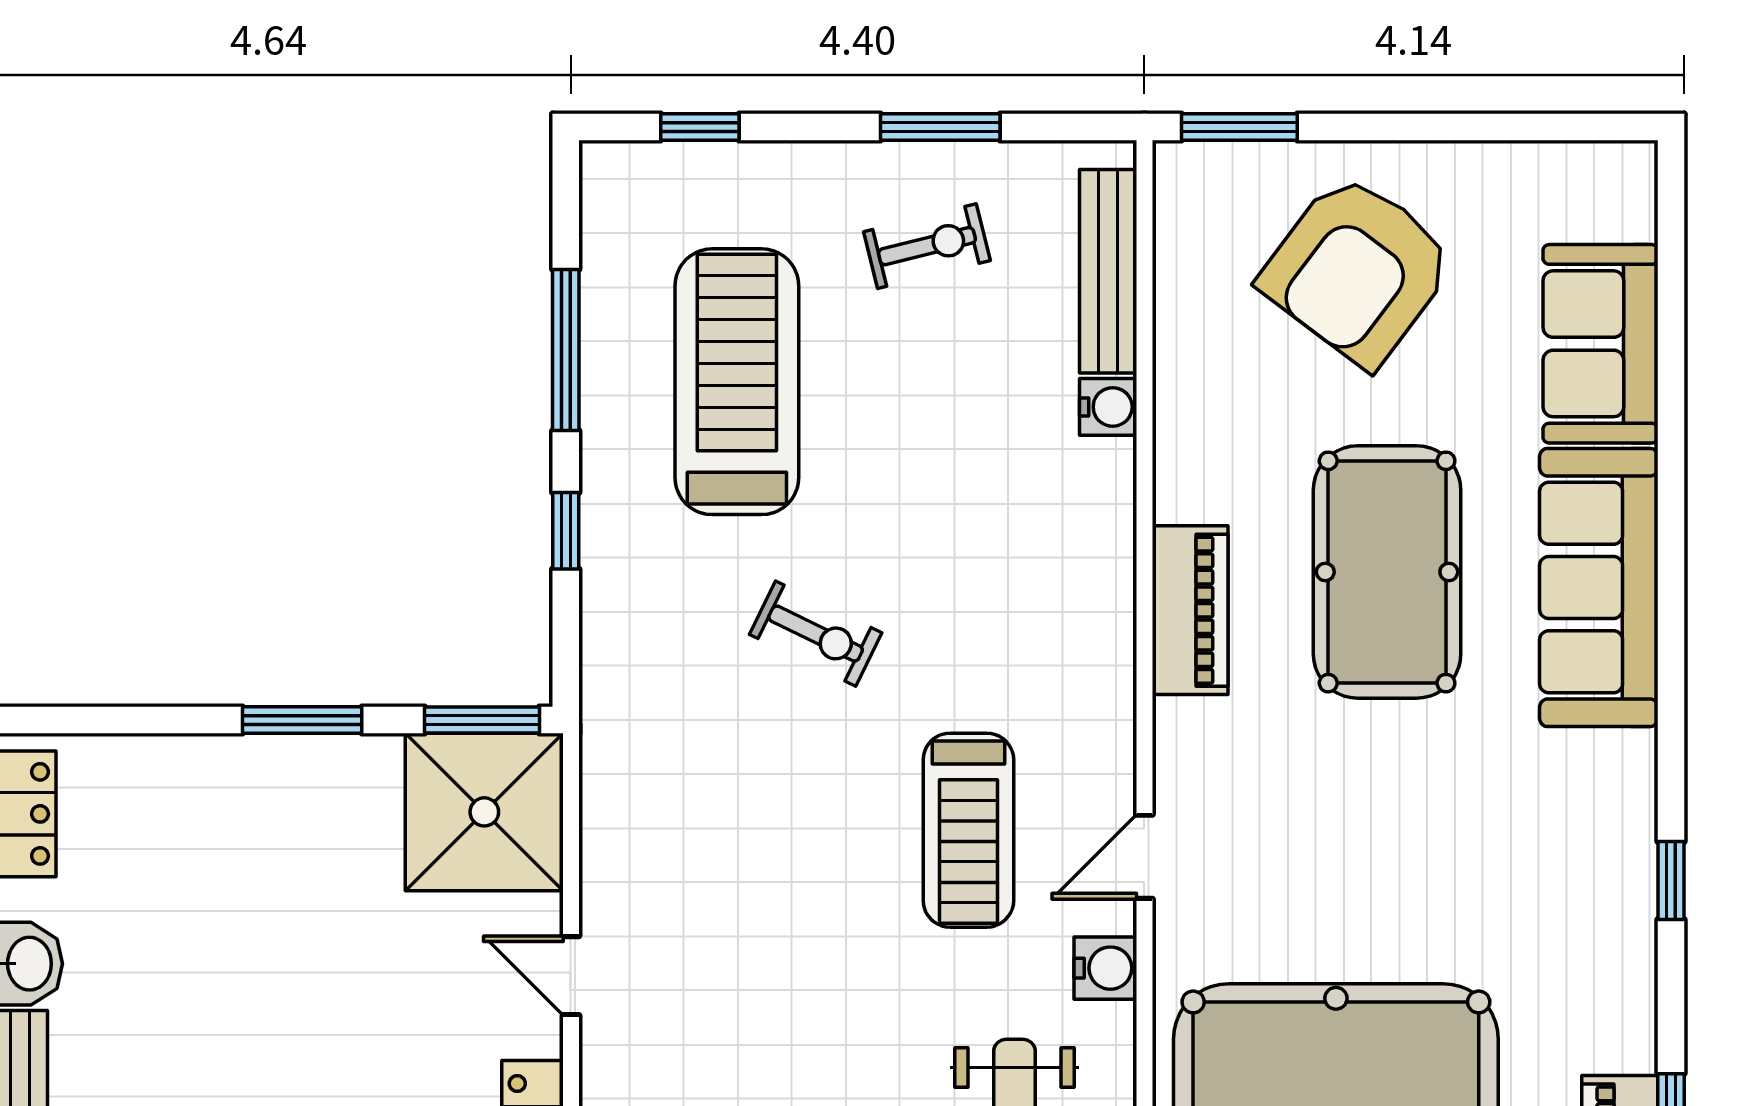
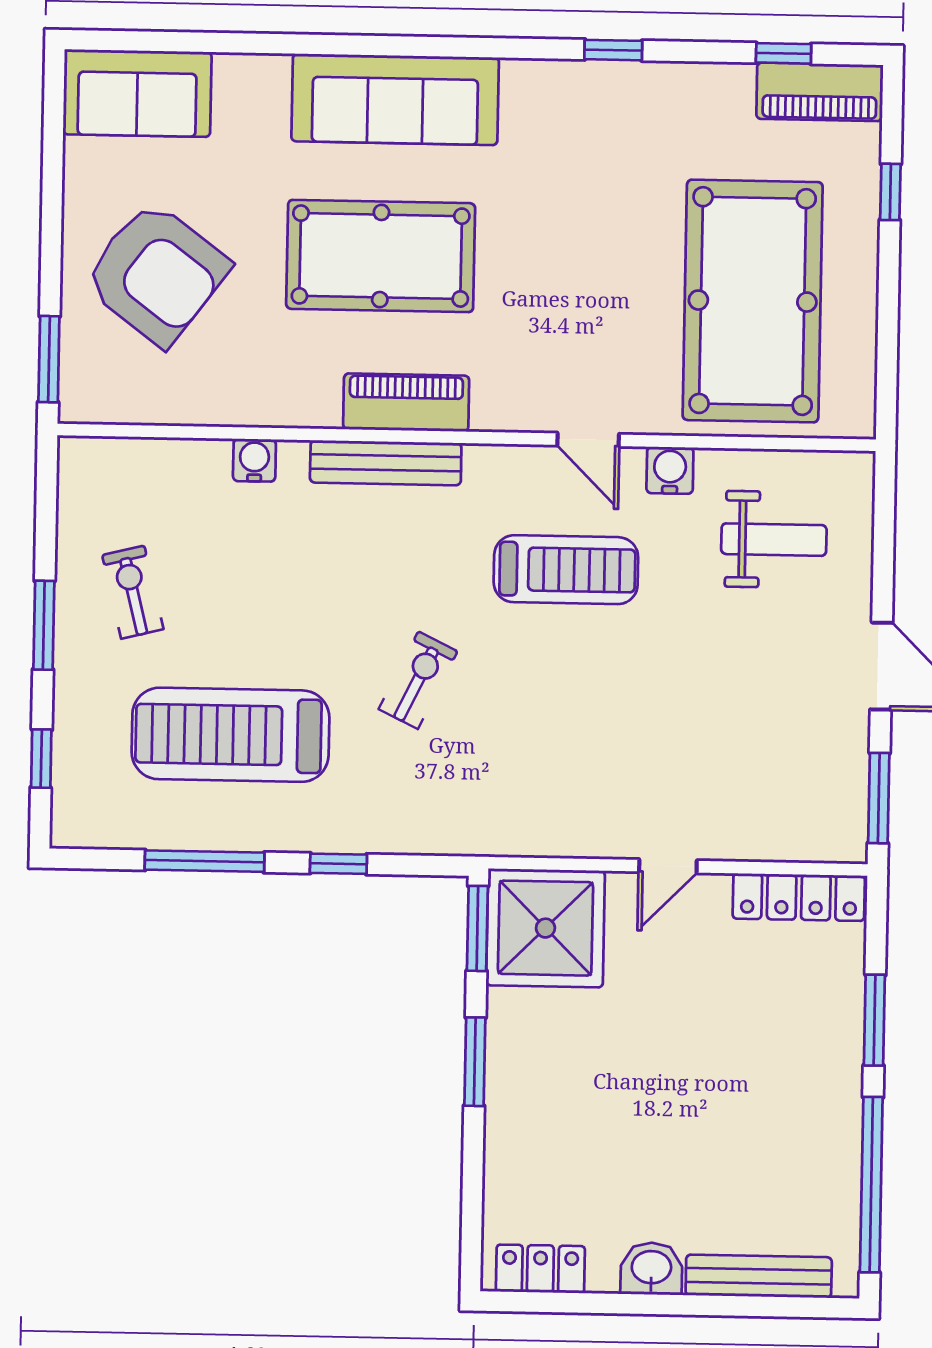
window: (940, 127) -> (44, 625), moved
bench: (1108, 271) -> (386, 463), moved
sofa: (1601, 344) -> (137, 93), moved

